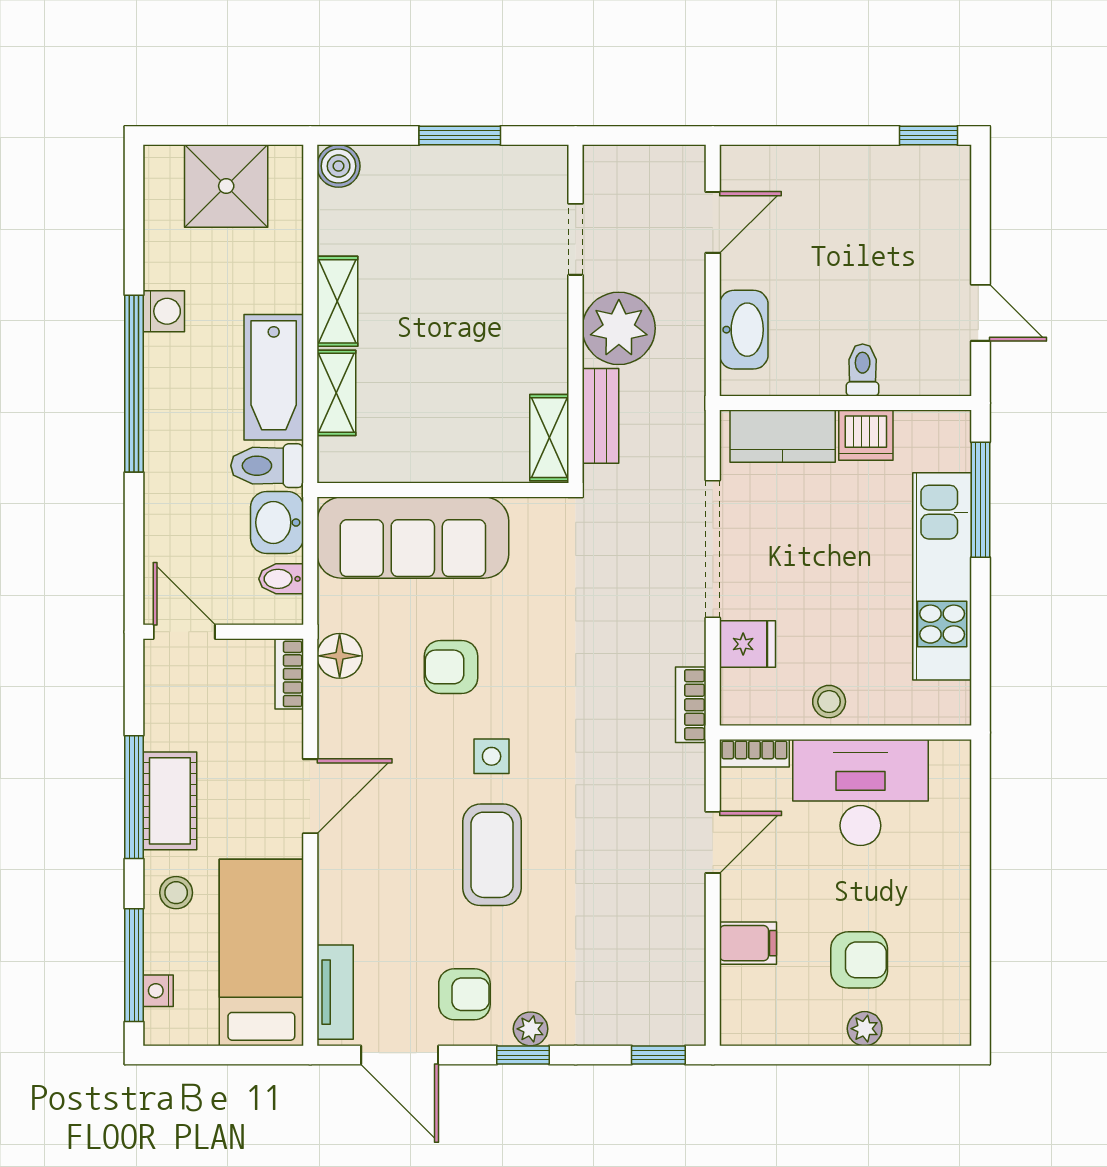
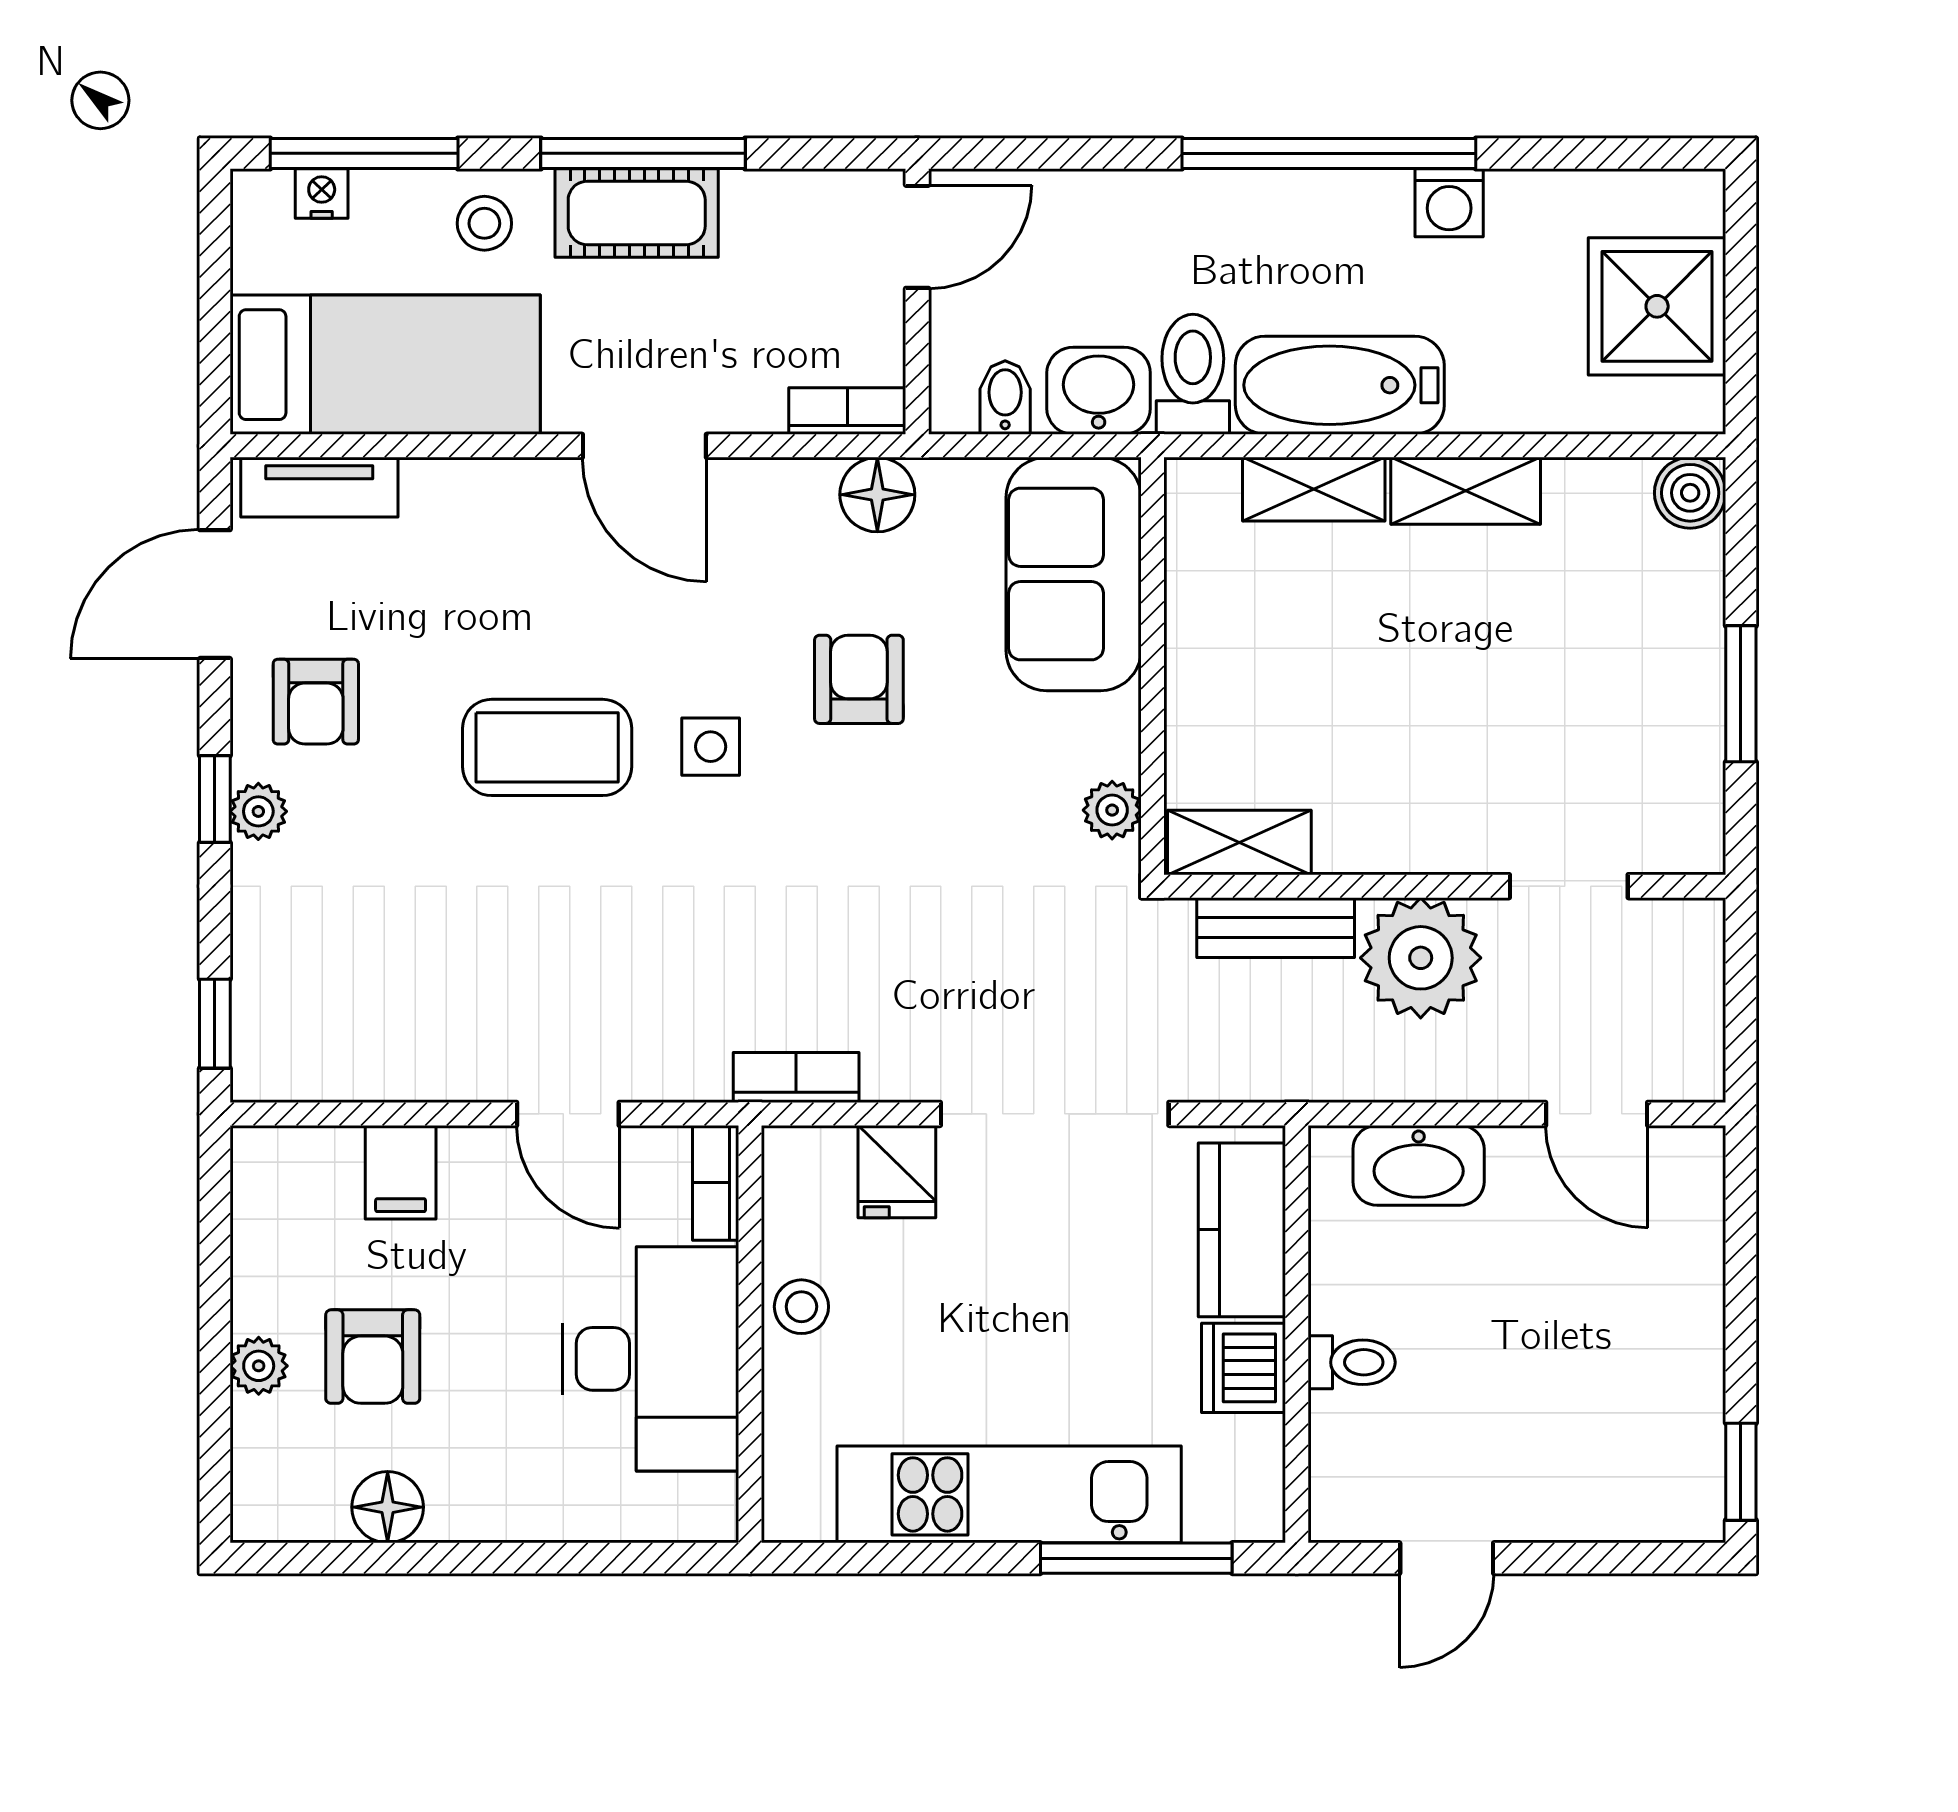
plant: (530, 514) -> (1112, 810), added
sofa: (413, 538) -> (1074, 574), width x0.73
floor lamp: (950, 951) -> (388, 1507), added

